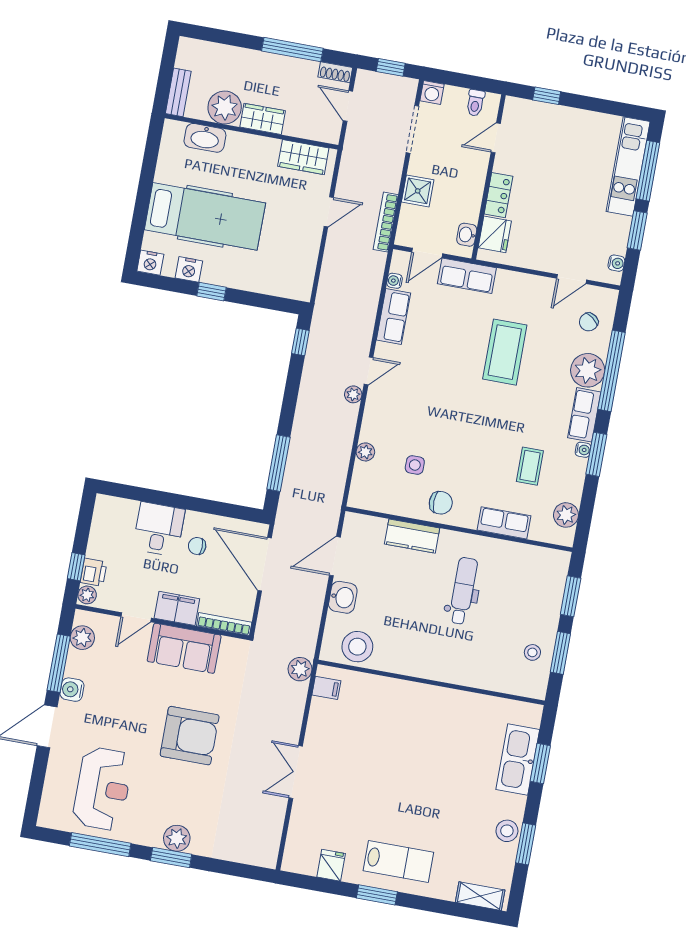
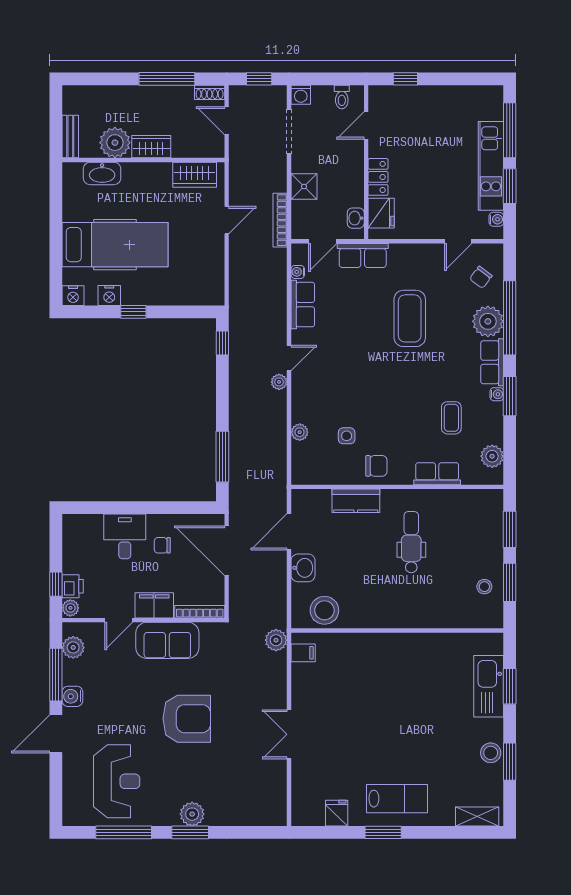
kitchen unit: (628, 166) -> (491, 166), moved

